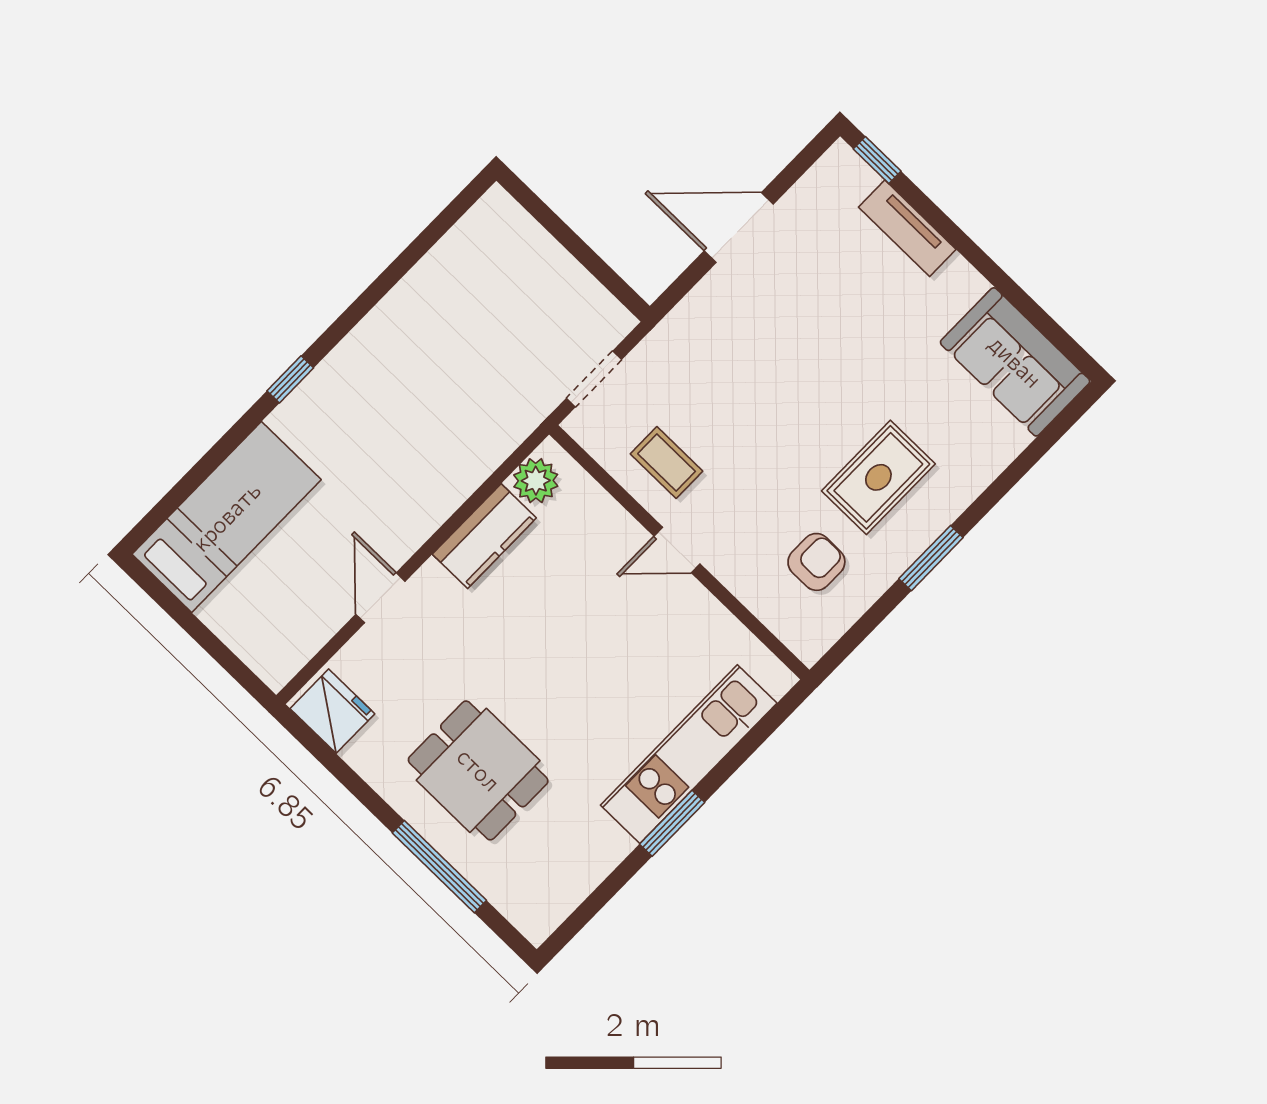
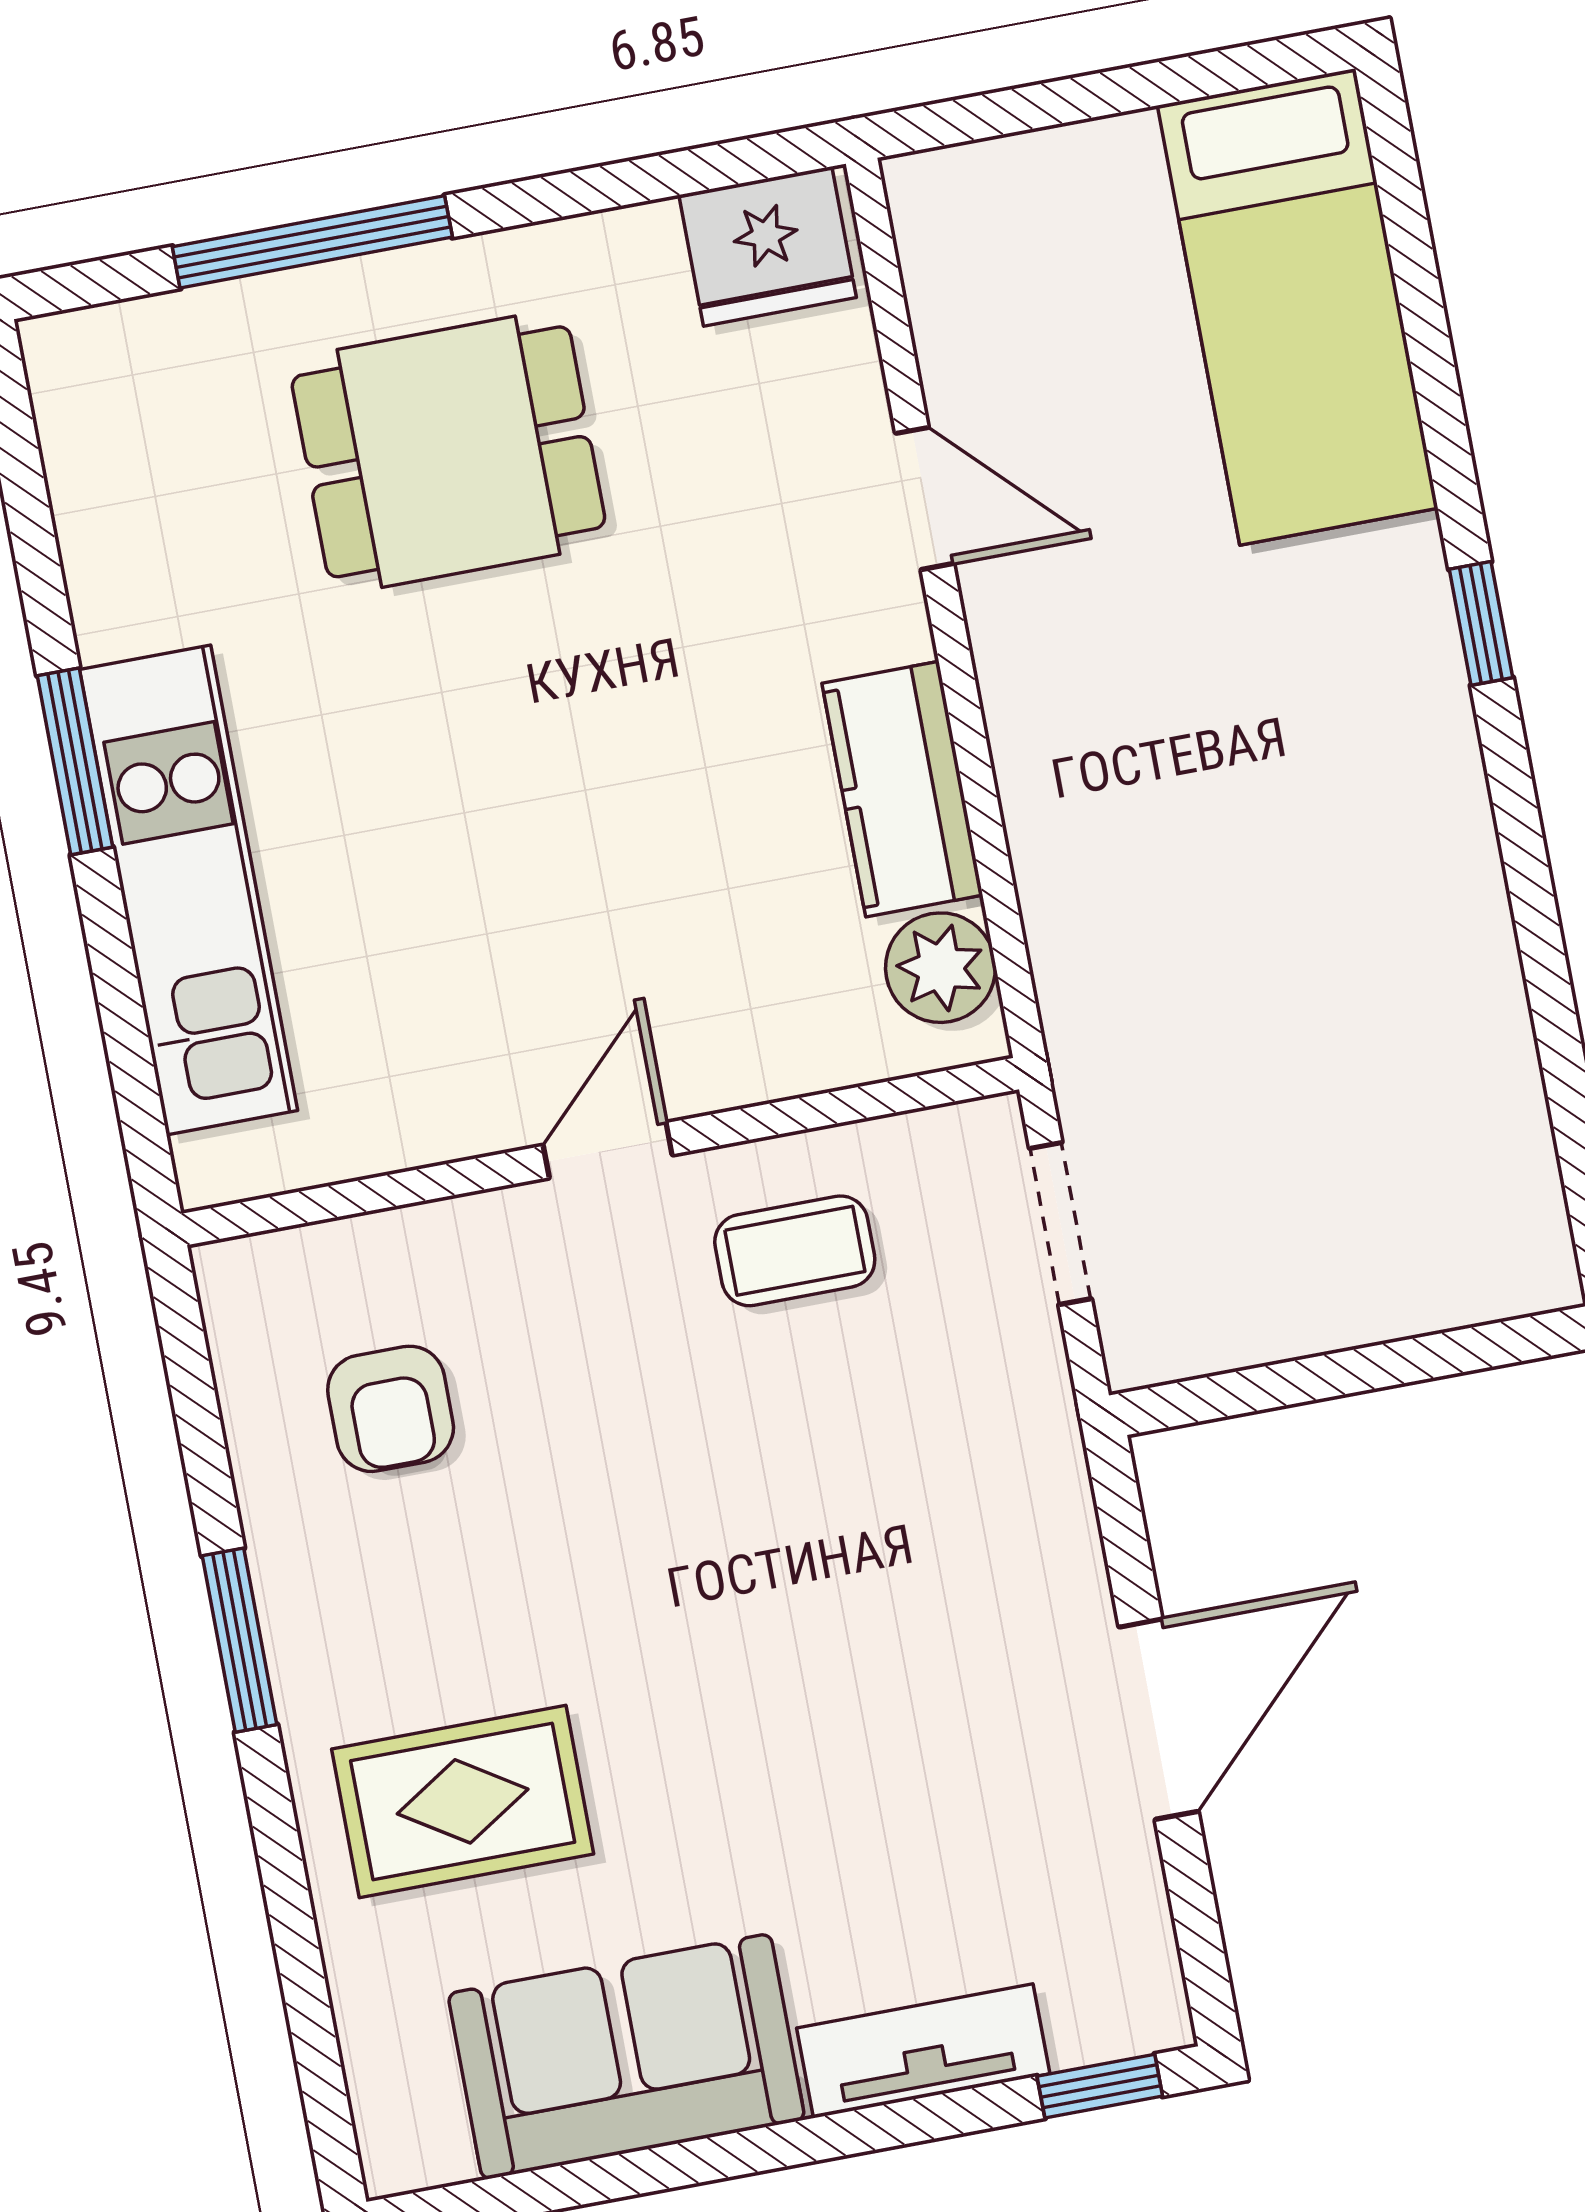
sofa: (1015, 362) -> (626, 2057), moved
rug: (878, 477) -> (463, 1801), moved, turned 90

